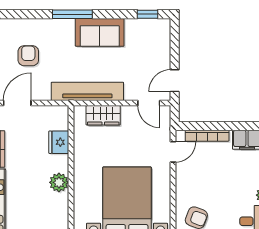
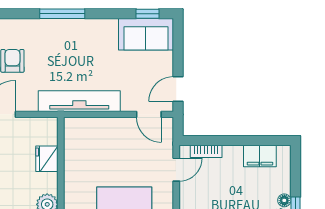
sofa: (100, 32) -> (146, 34), moved
wardrobe: (103, 115) -> (97, 128), removed
bookcase: (207, 136) -> (206, 151), width x0.64

